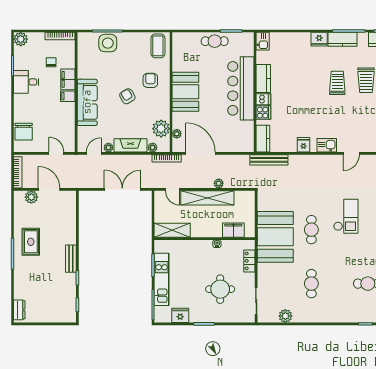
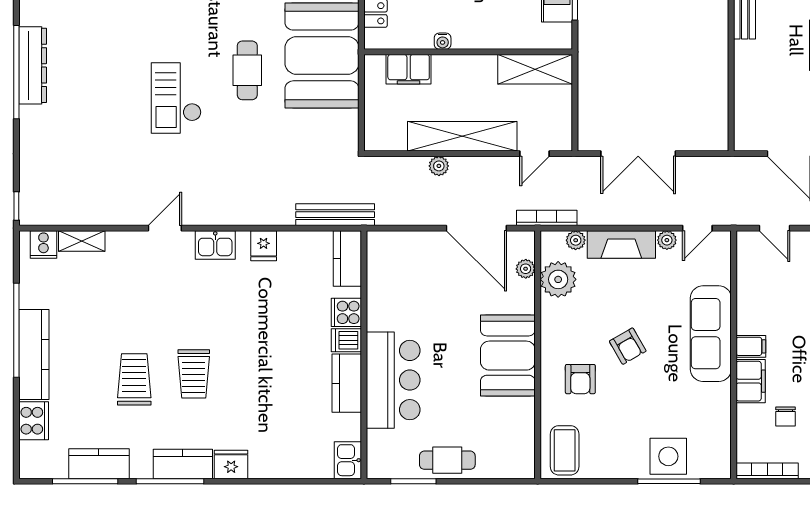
bar counter: (241, 88) -> (393, 380), width x0.73
door: (173, 189) -> (534, 154), swing flipped

